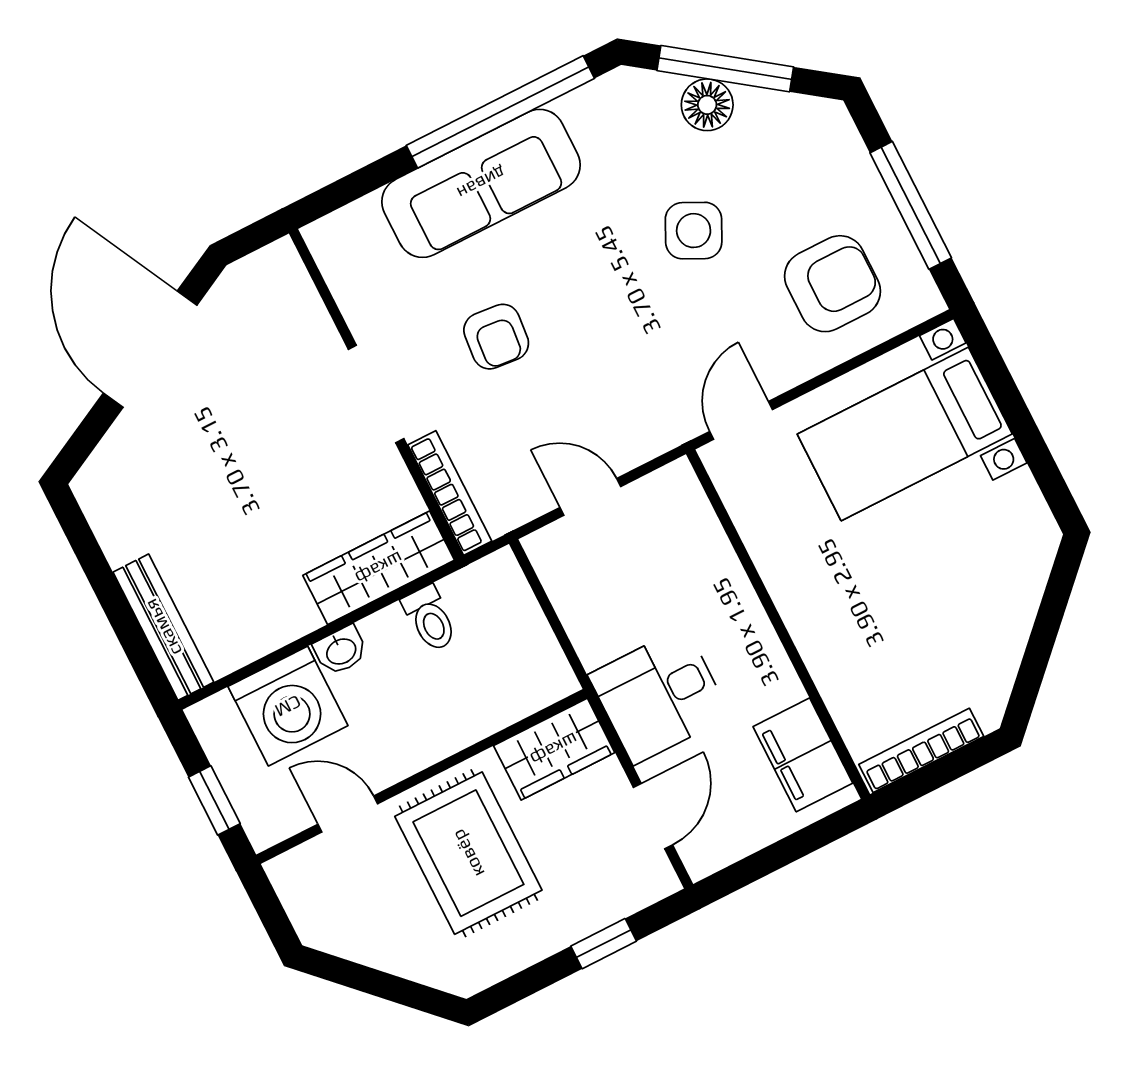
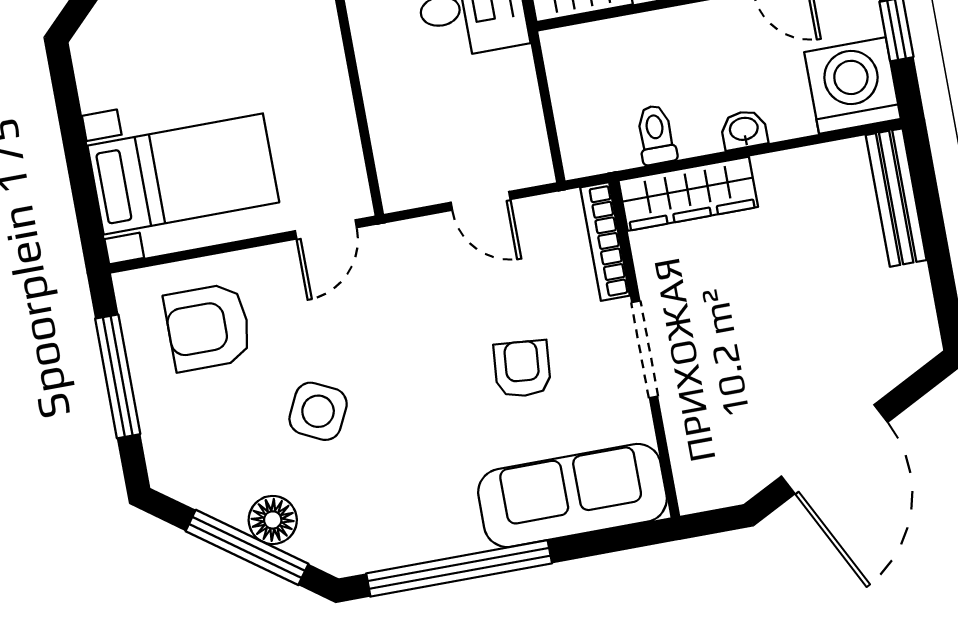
sofa: (481, 183) -> (572, 495), moved
washing machine: (288, 706) -> (852, 86), moved

